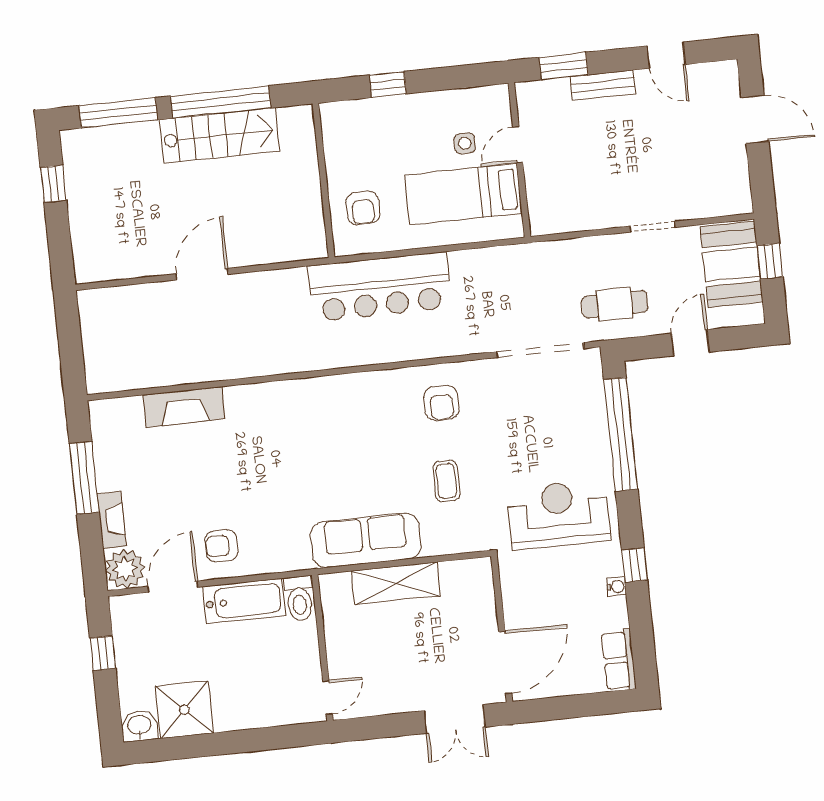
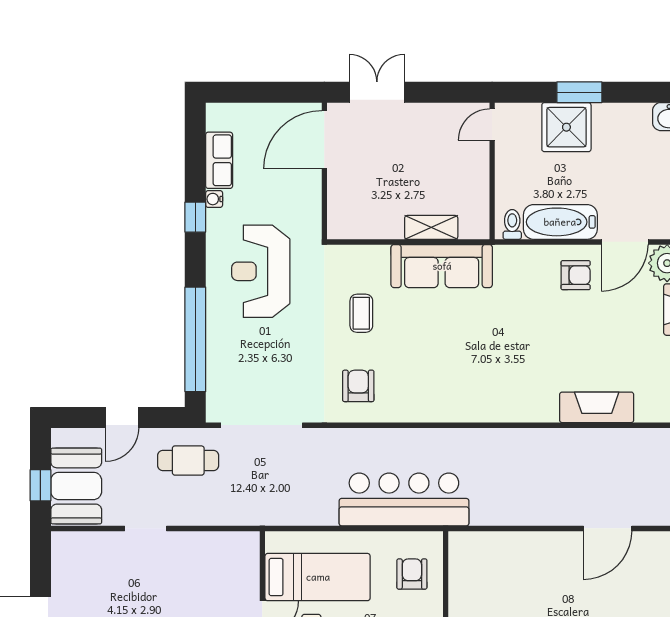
door: (202, 274) -> (608, 528), moved
reception desk: (558, 515) -> (261, 271), turned 90
shelving: (396, 583) -> (431, 227), width x0.67, depth x0.75
toilet: (299, 599) -> (512, 224), width x0.73, depth x0.72
row of seats: (619, 660) -> (219, 160), moved
shower: (184, 710) -> (566, 127), moved
window: (238, 742) -> (579, 92), added

